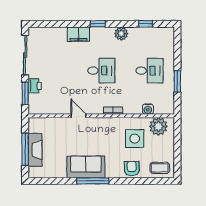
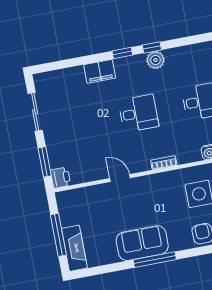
window: (146, 24) -> (152, 47), moved
sliding door: (25, 55) -> (35, 112), width x0.73
printer: (35, 86) -> (61, 178), moved
fireplace: (35, 150) -> (74, 248), moved

